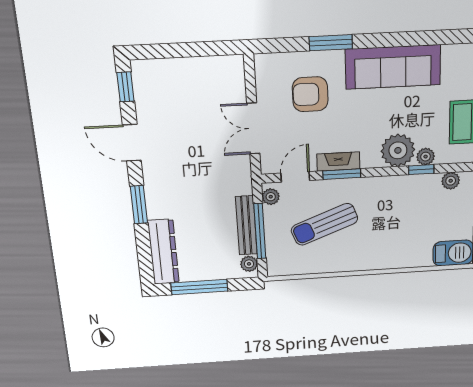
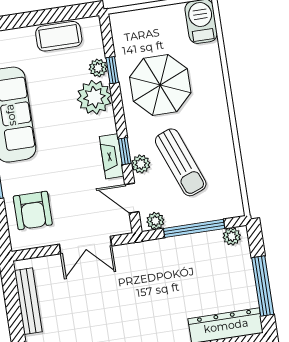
armchair: (310, 94) -> (33, 210), moved
window: (342, 174) -> (125, 151), width x0.67
plant: (451, 181) -> (141, 164), moved
parasol: (400, 212) -> (160, 85), added
bench: (246, 225) -> (28, 301), moved, turned 90

